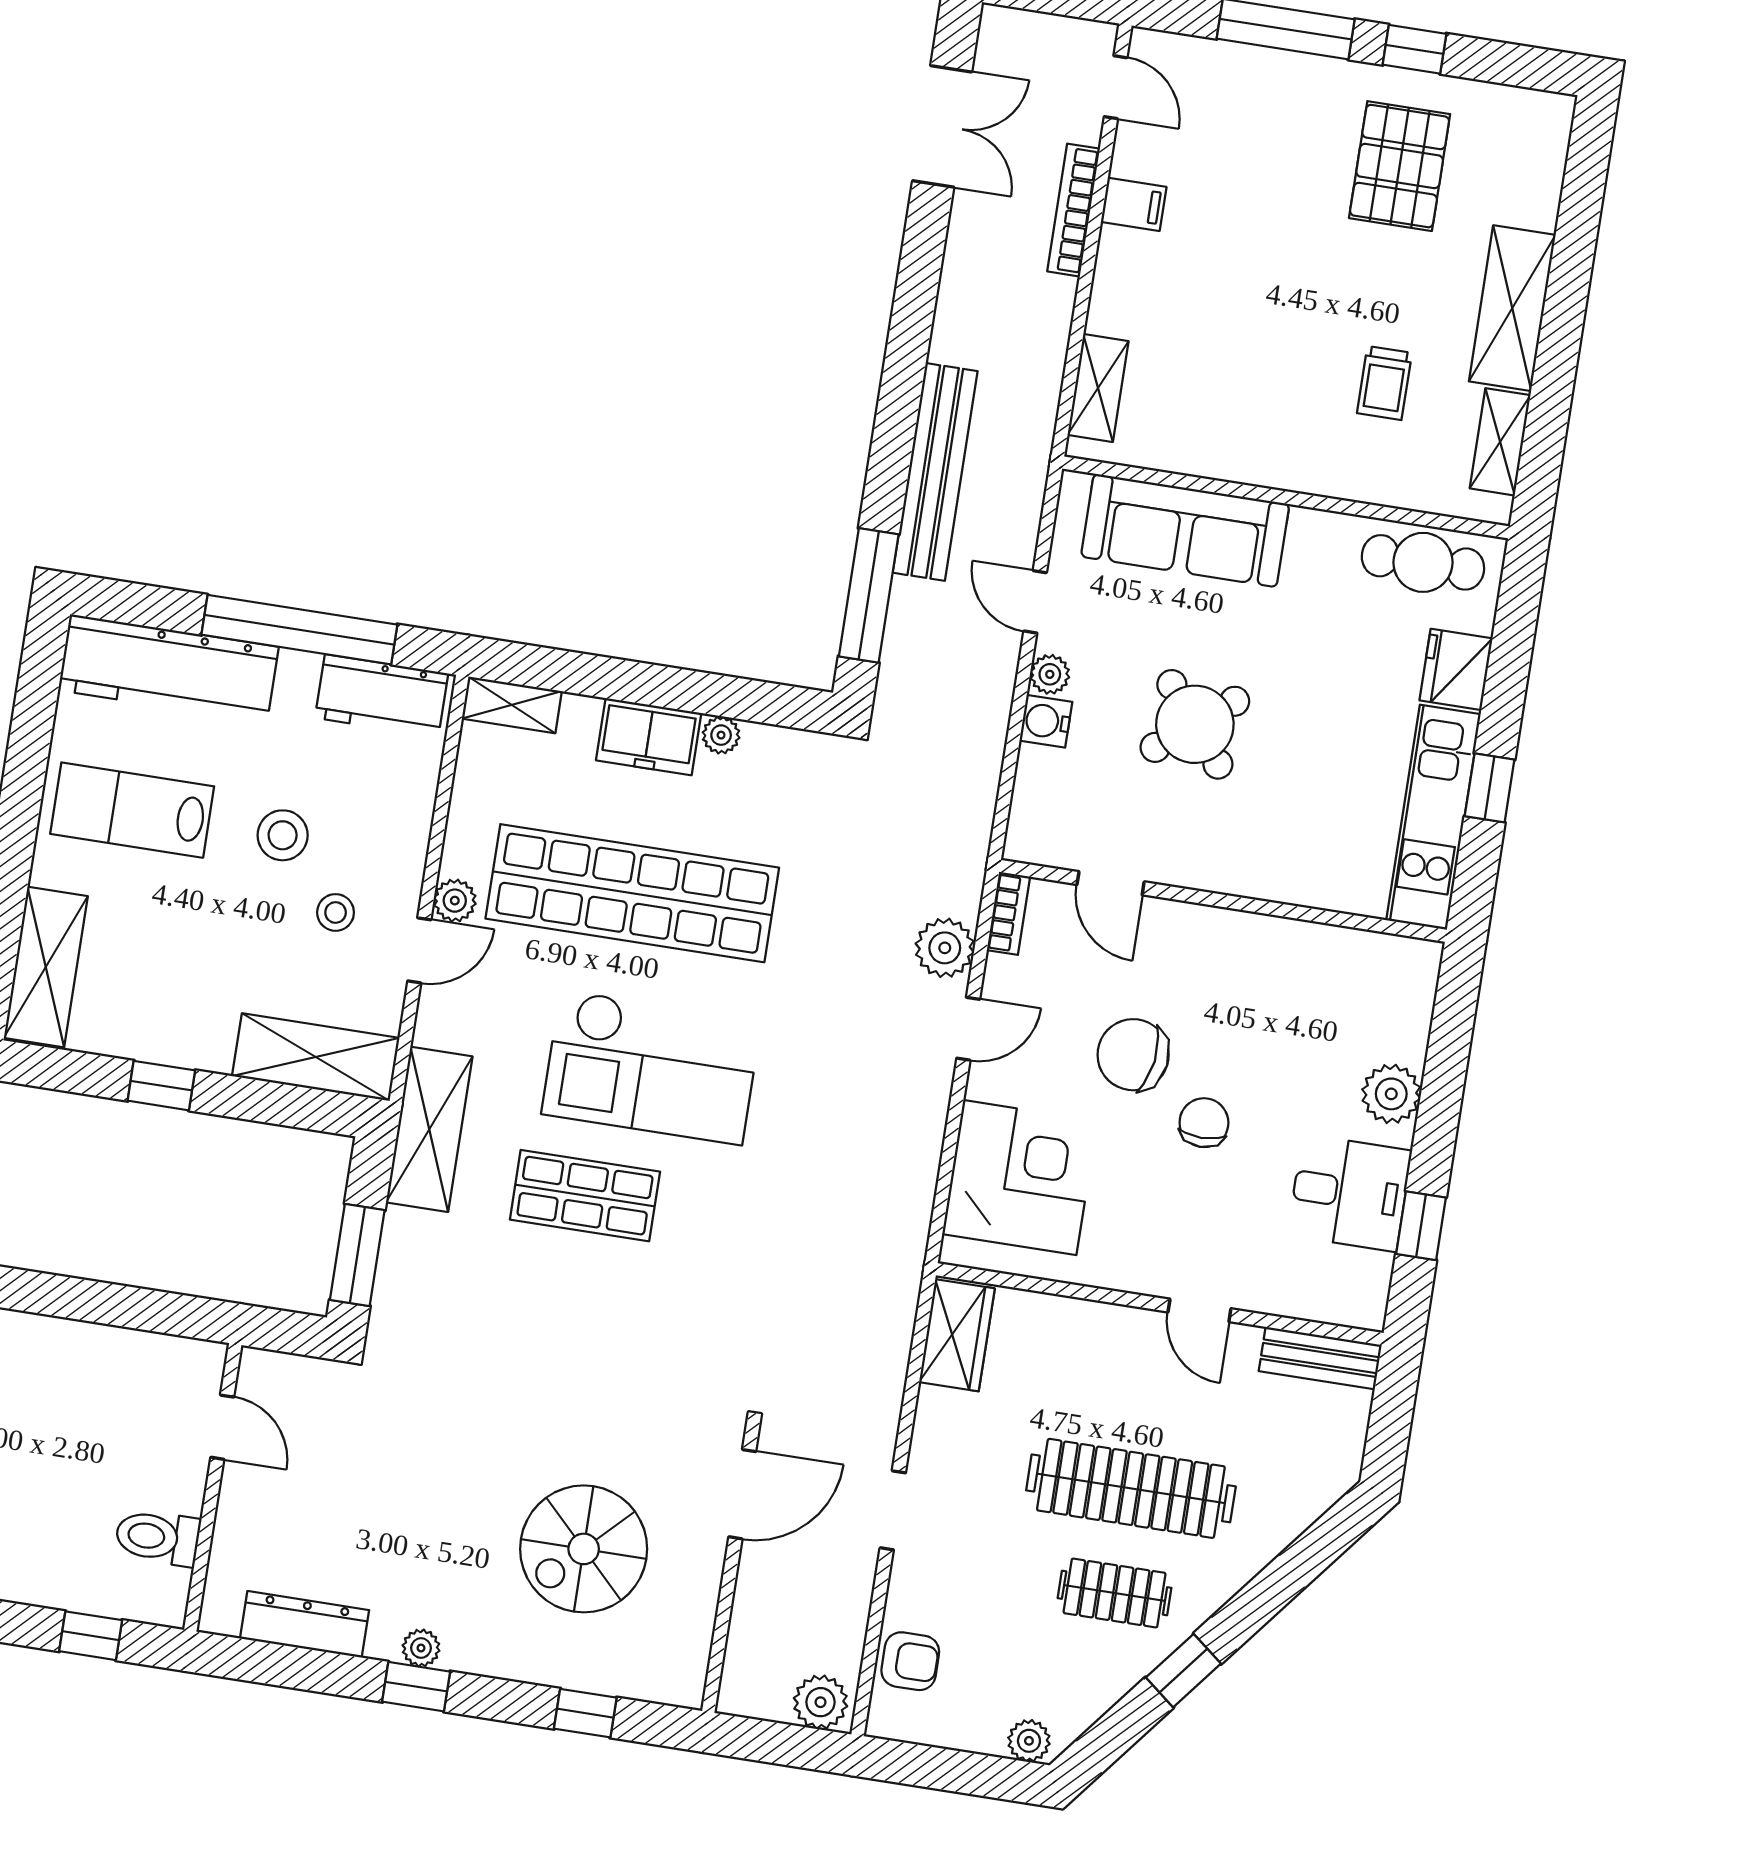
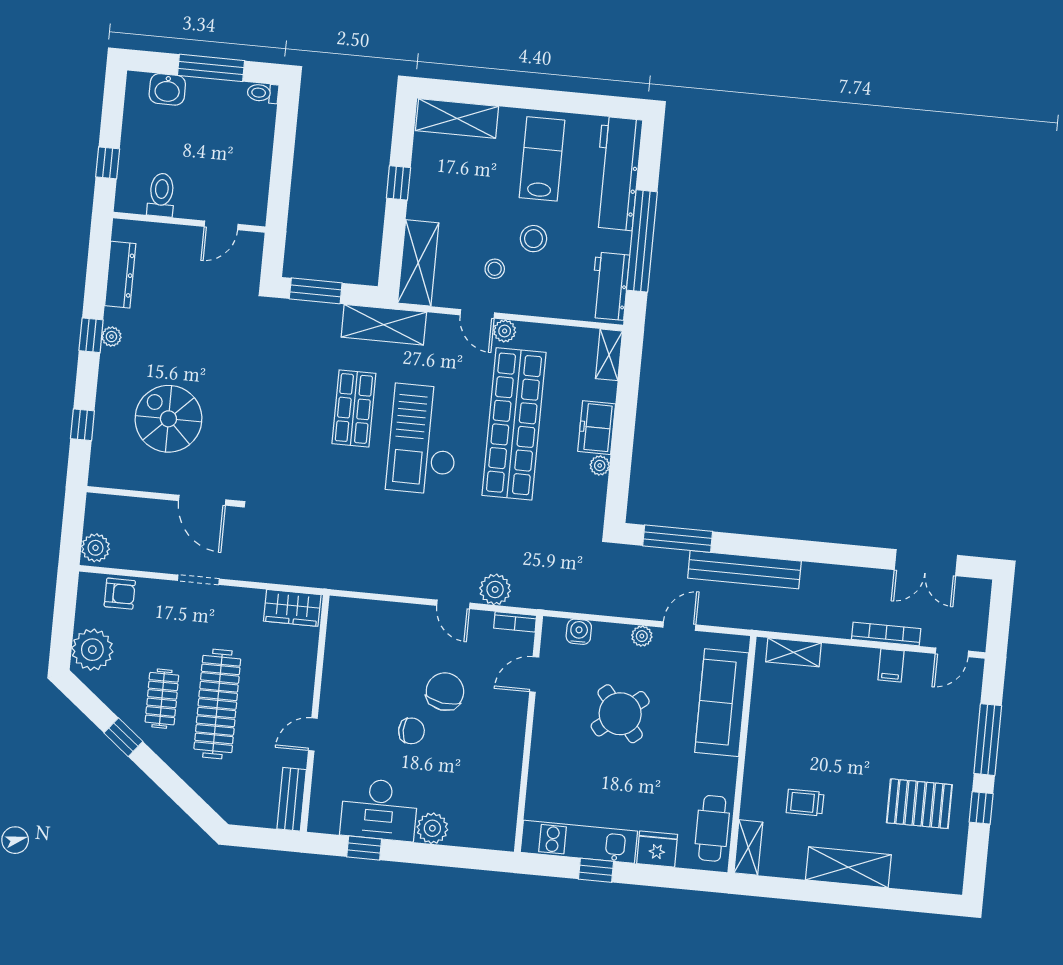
shelving: (1500, 442) -> (748, 847), moved, turned 90
water cooler: (1046, 721) -> (579, 632), moved
corner desk: (1020, 1178) -> (377, 636), removed
desk: (1350, 1193) -> (379, 809), width x1.37
armchair: (910, 1661) -> (120, 594), turned -90
plant: (1029, 1741) -> (92, 650), width x1.87, depth x1.87

